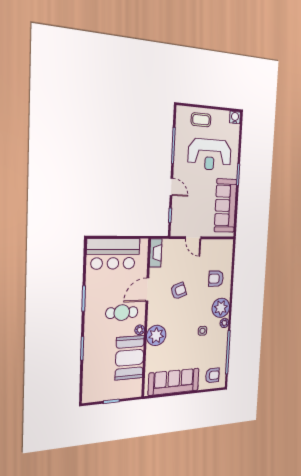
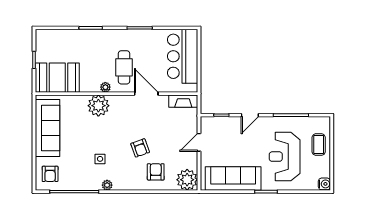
armchair: (179, 291) -> (140, 148), moved
plant: (221, 308) -> (187, 180), moved
booth: (130, 358) -> (57, 78), moved

